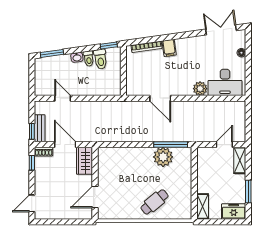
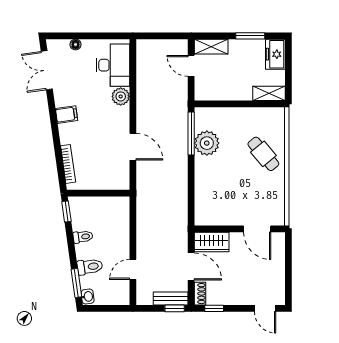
filing cabinet: (169, 48) -> (67, 115), moved
washbasin: (77, 57) -> (88, 297), moved
toilet: (100, 59) -> (90, 267), moved
door: (160, 98) -> (133, 147), hinge flipped
door: (65, 145) -> (191, 266), swing flipped

